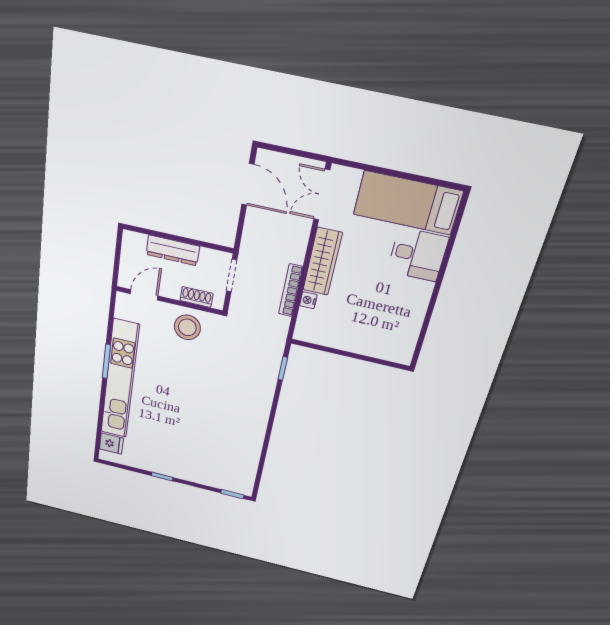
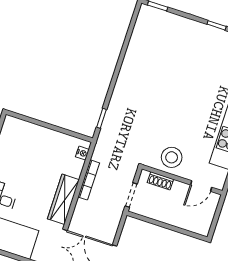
dresser: (173, 250) -> (173, 218), removed
nightstand: (308, 300) -> (82, 153), moved

